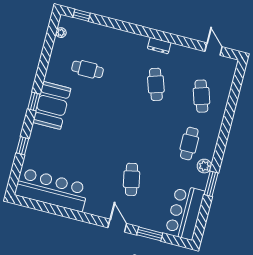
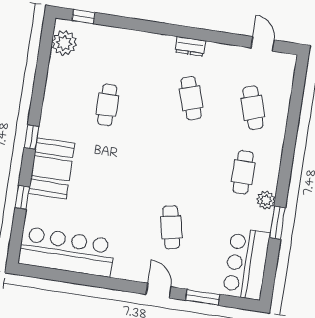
plant: (61, 33) -> (64, 43), width x1.88, depth x1.88
cafe table: (88, 69) -> (107, 105), moved, turned 90
booth: (52, 105) -> (52, 168), moved

